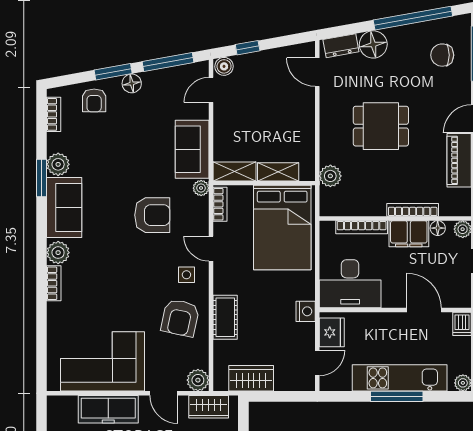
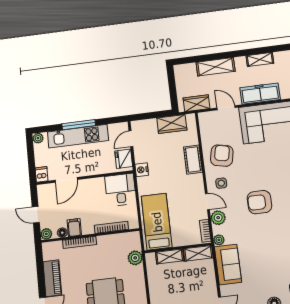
armchair: (152, 215) -> (259, 202), moved
bed: (282, 228) -> (157, 222), width x0.67
filing cabinet: (409, 234) -> (74, 228), width x0.50
desk: (350, 284) -> (121, 190), width x0.73
door: (424, 310) -> (66, 180), hinge flipped
plant: (198, 380) -> (218, 218), moved

